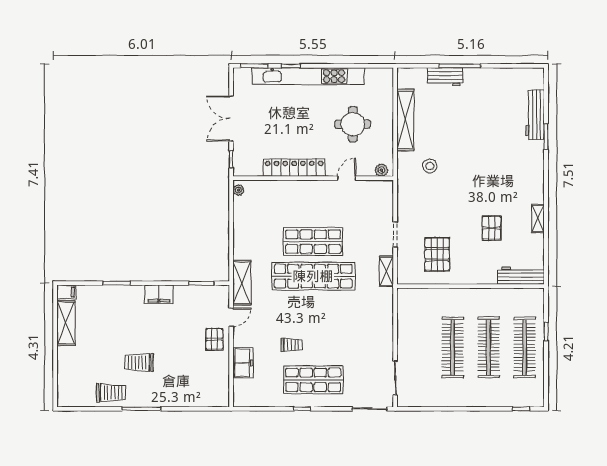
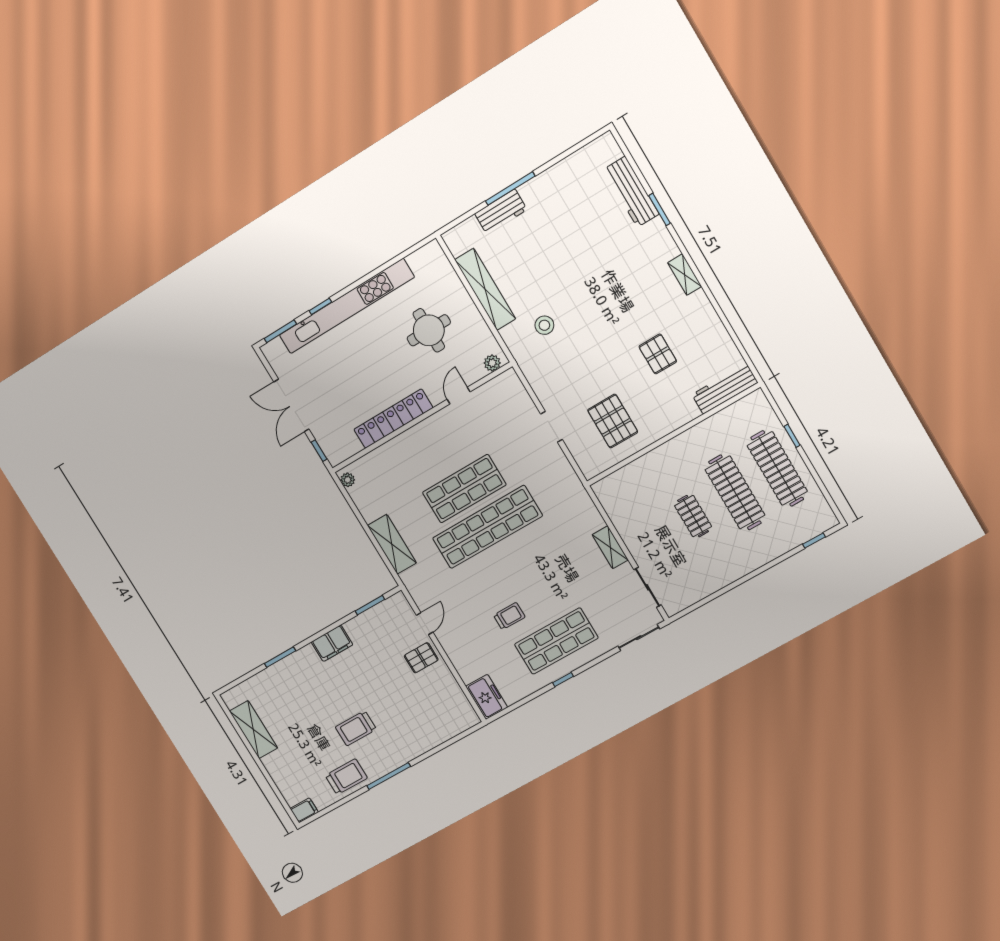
shelving: (538, 218) -> (685, 275), moved
shelving: (386, 271) -> (610, 547), moved
shelving: (242, 283) -> (392, 544), moved
filing cabinet: (66, 292) -> (304, 810), moved
pallet: (214, 339) -> (421, 658), turned 90
clothes rail: (453, 347) -> (693, 516), width x0.54, depth x0.76
freezer: (243, 363) -> (487, 697), moved

